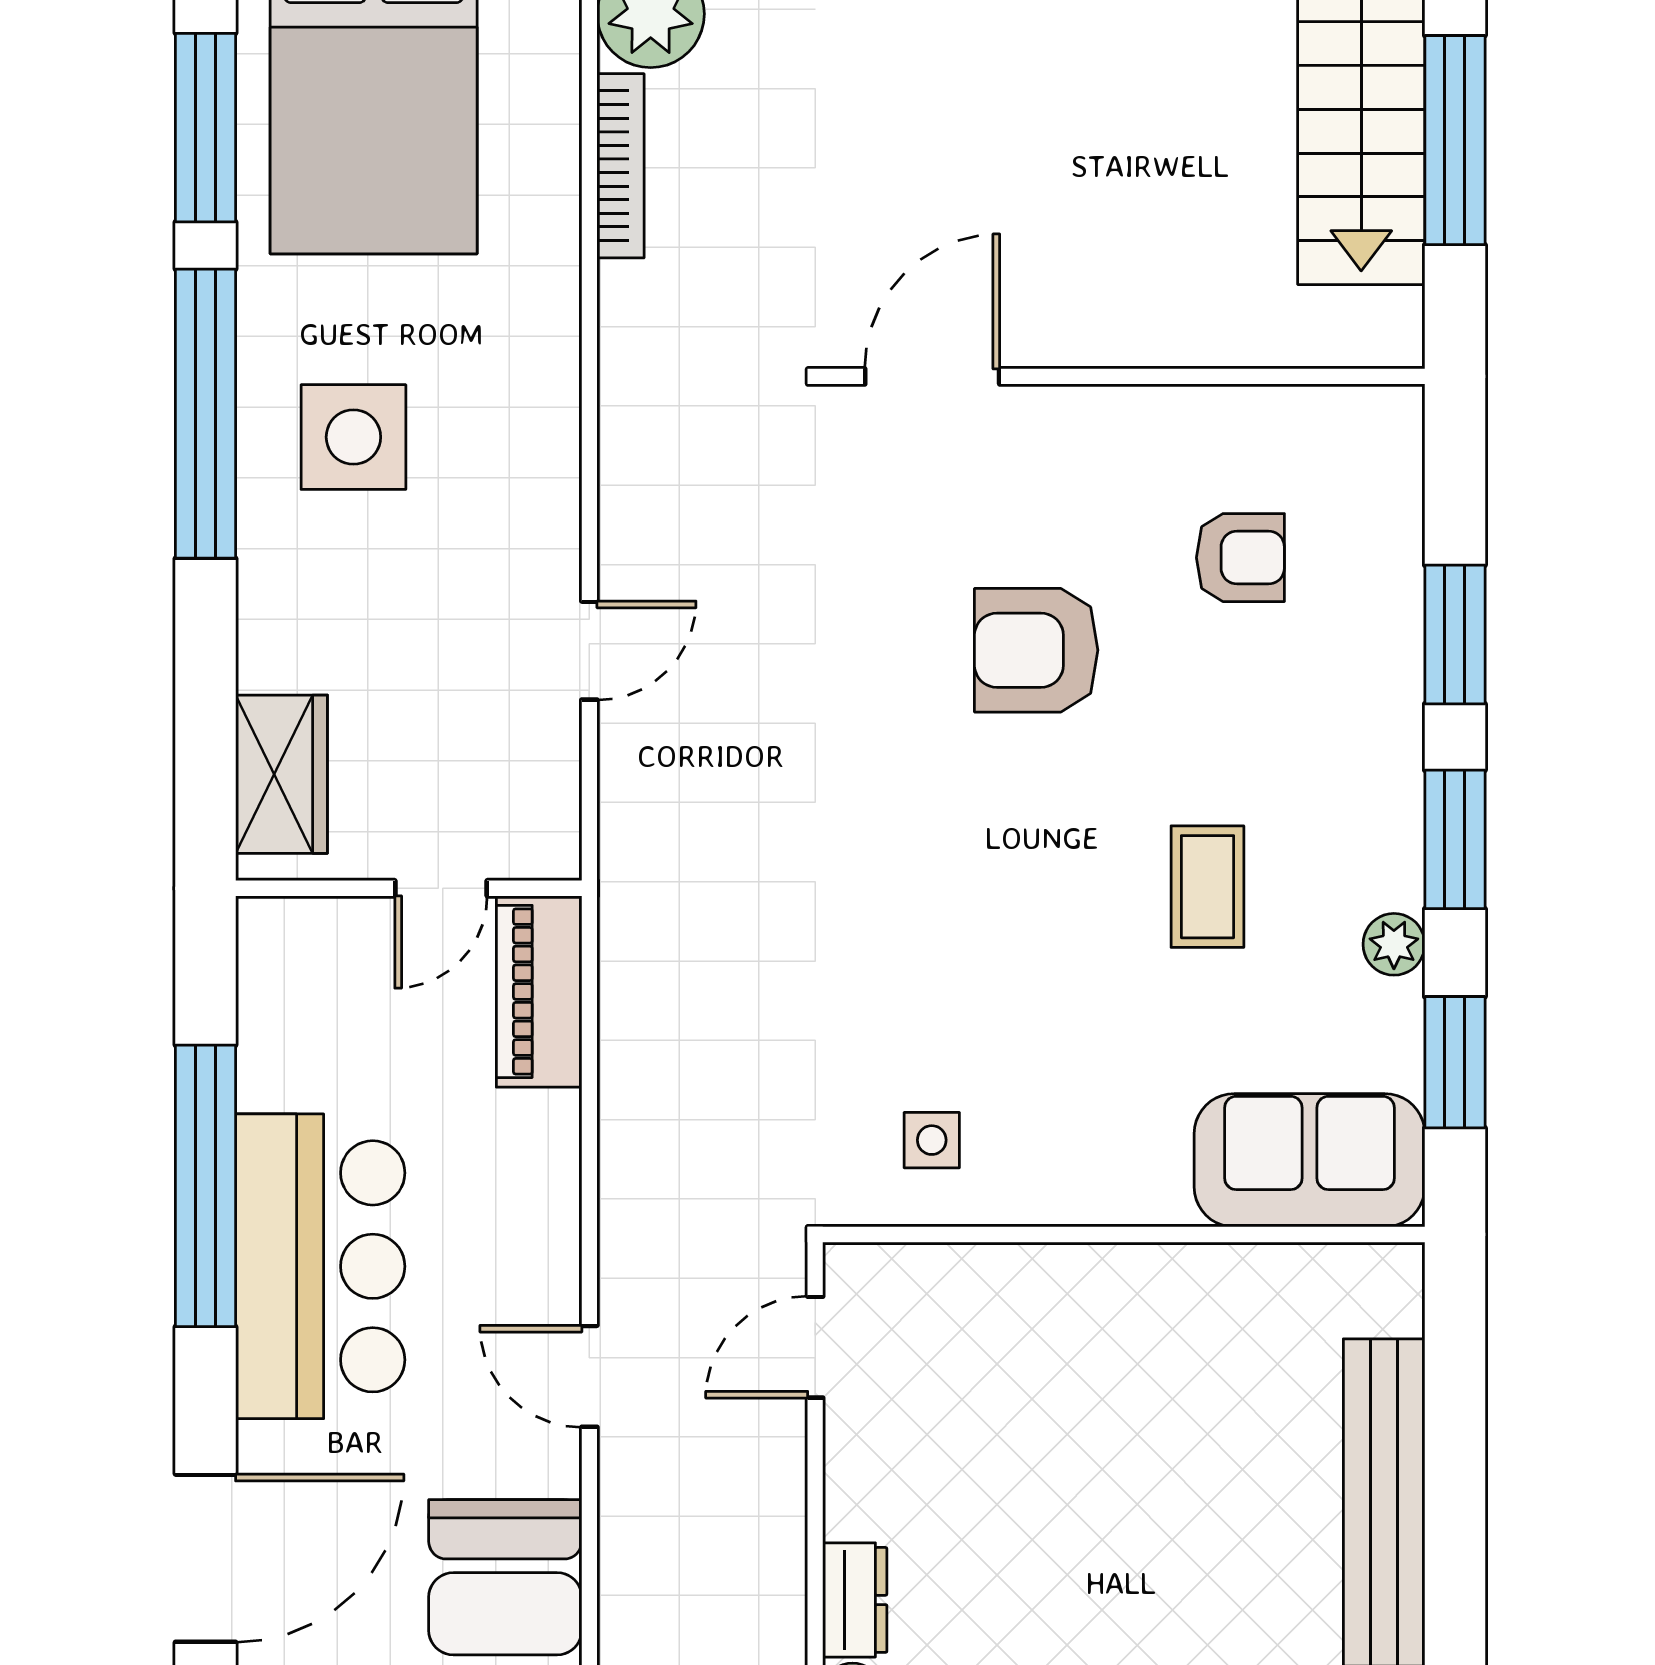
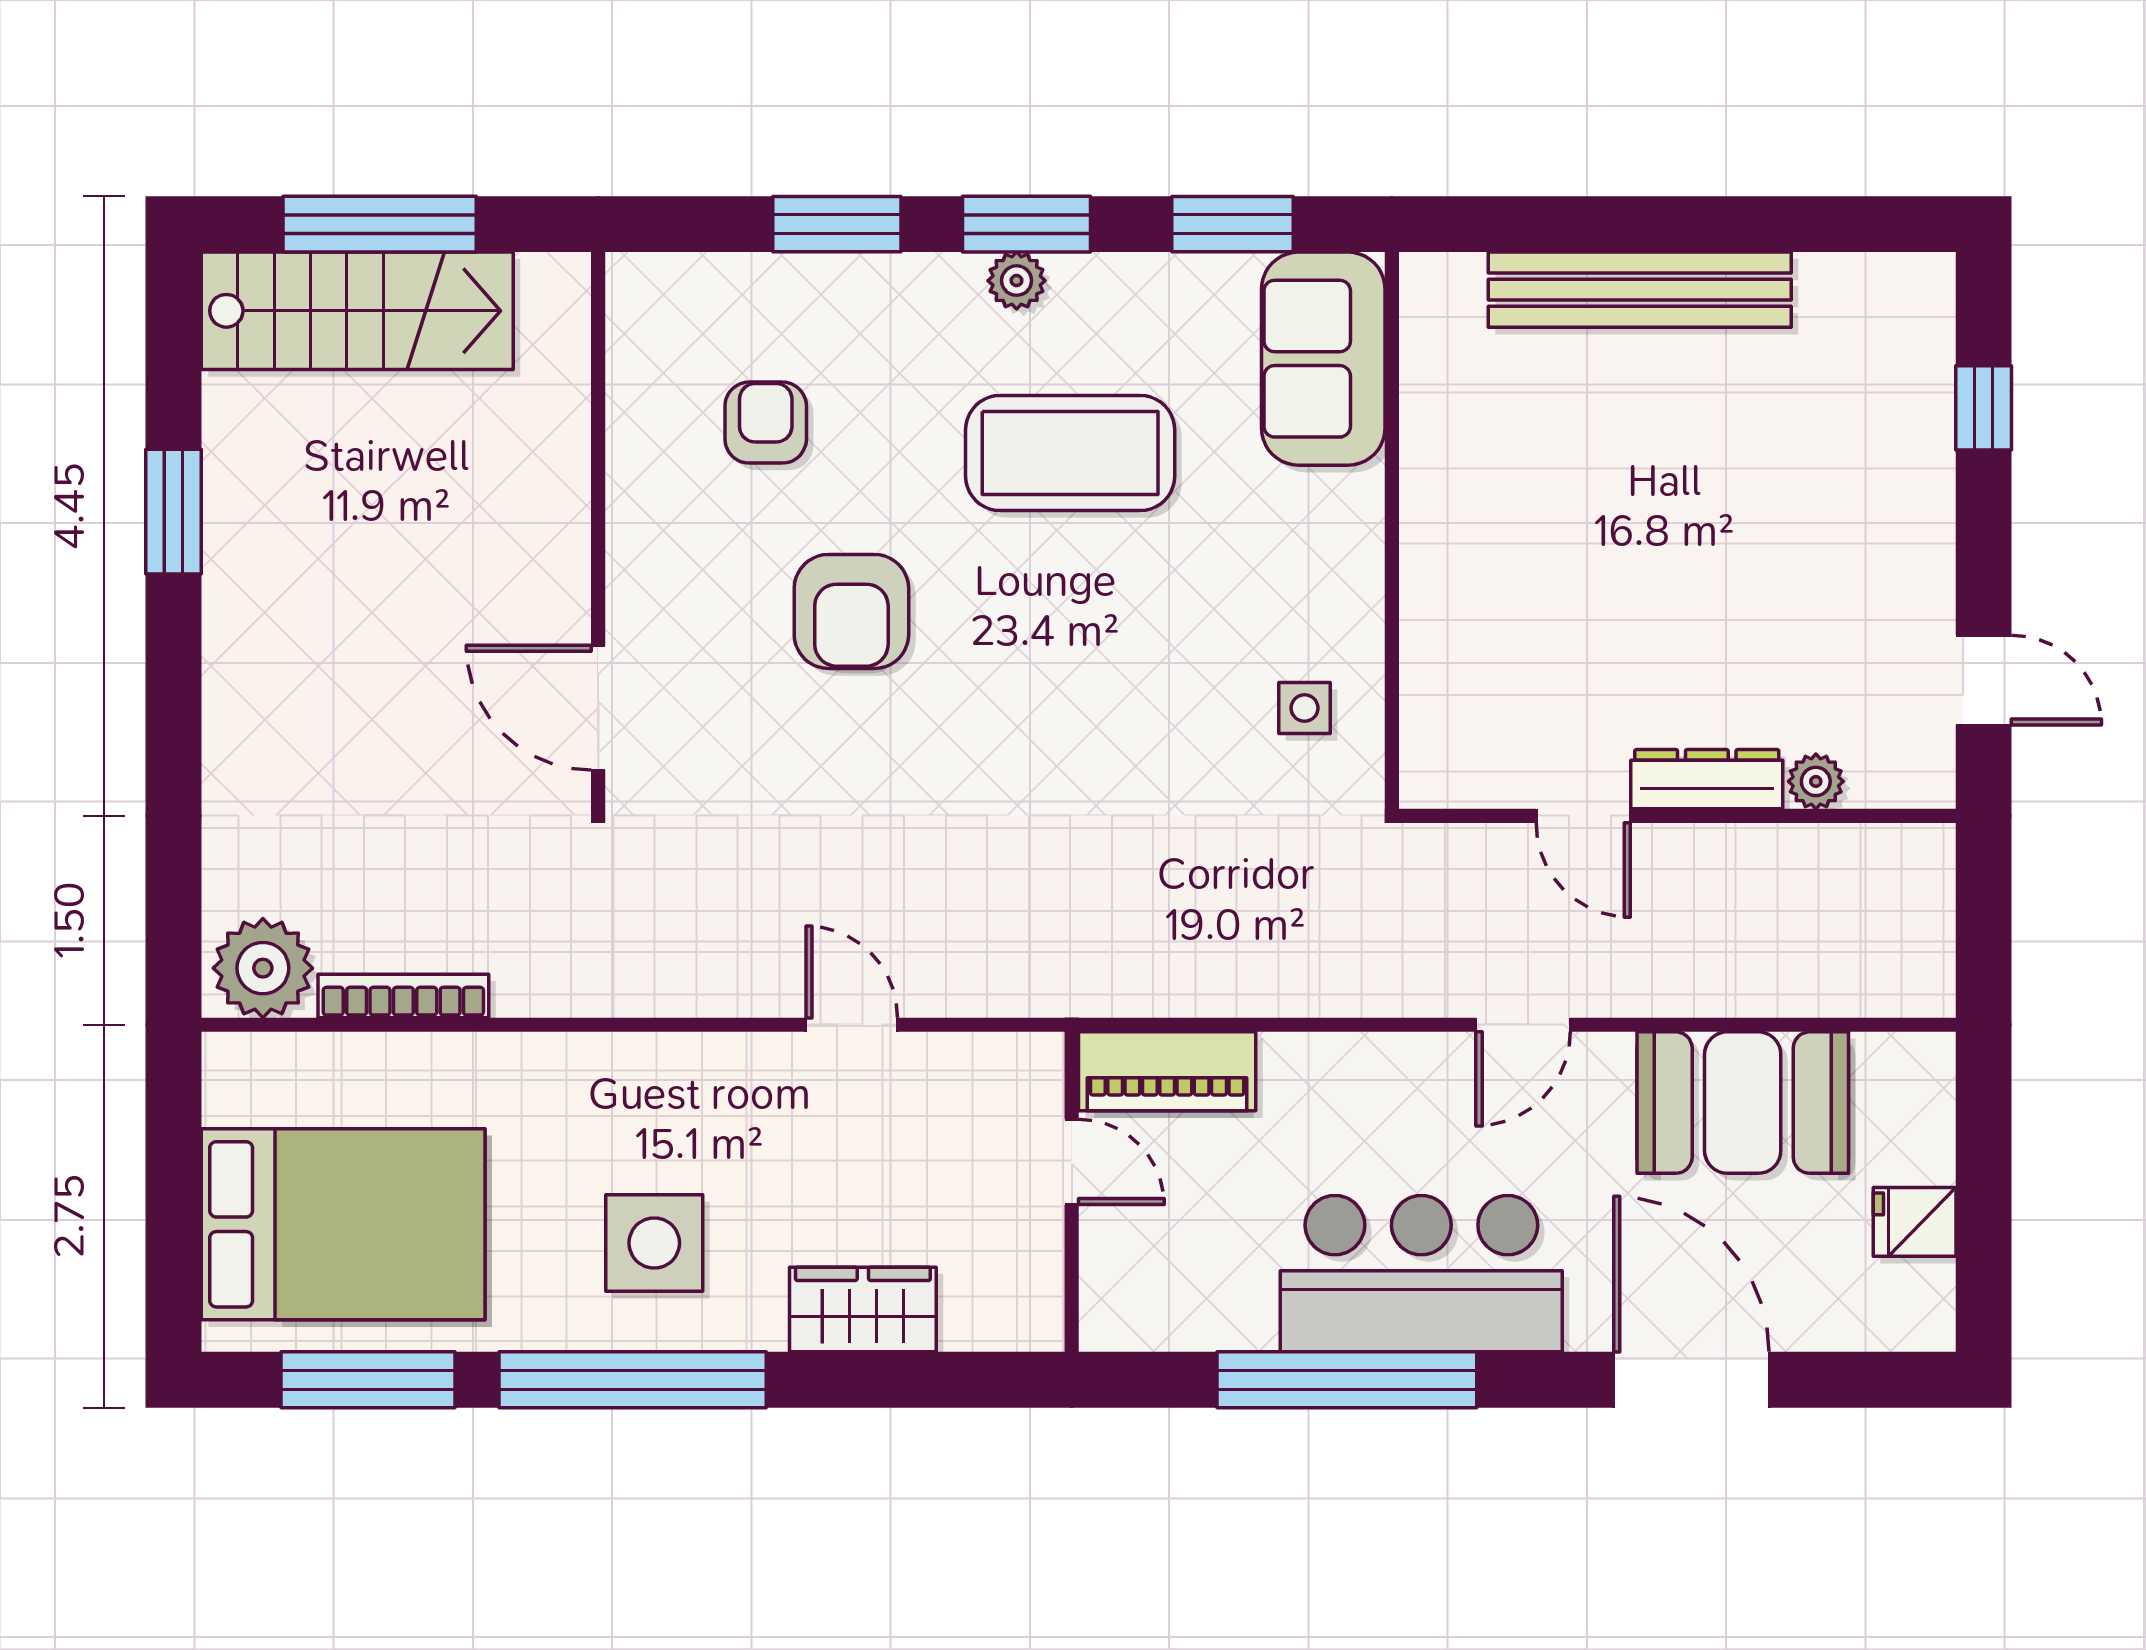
wardrobe: (282, 774) -> (863, 1309), moved
coffee table: (1207, 887) -> (1070, 453), width x1.86, depth x1.72
plant: (1394, 944) -> (1017, 281), moved
door: (815, 1347) -> (1583, 816), moved
dresser: (855, 1600) -> (1707, 779), width x1.44

